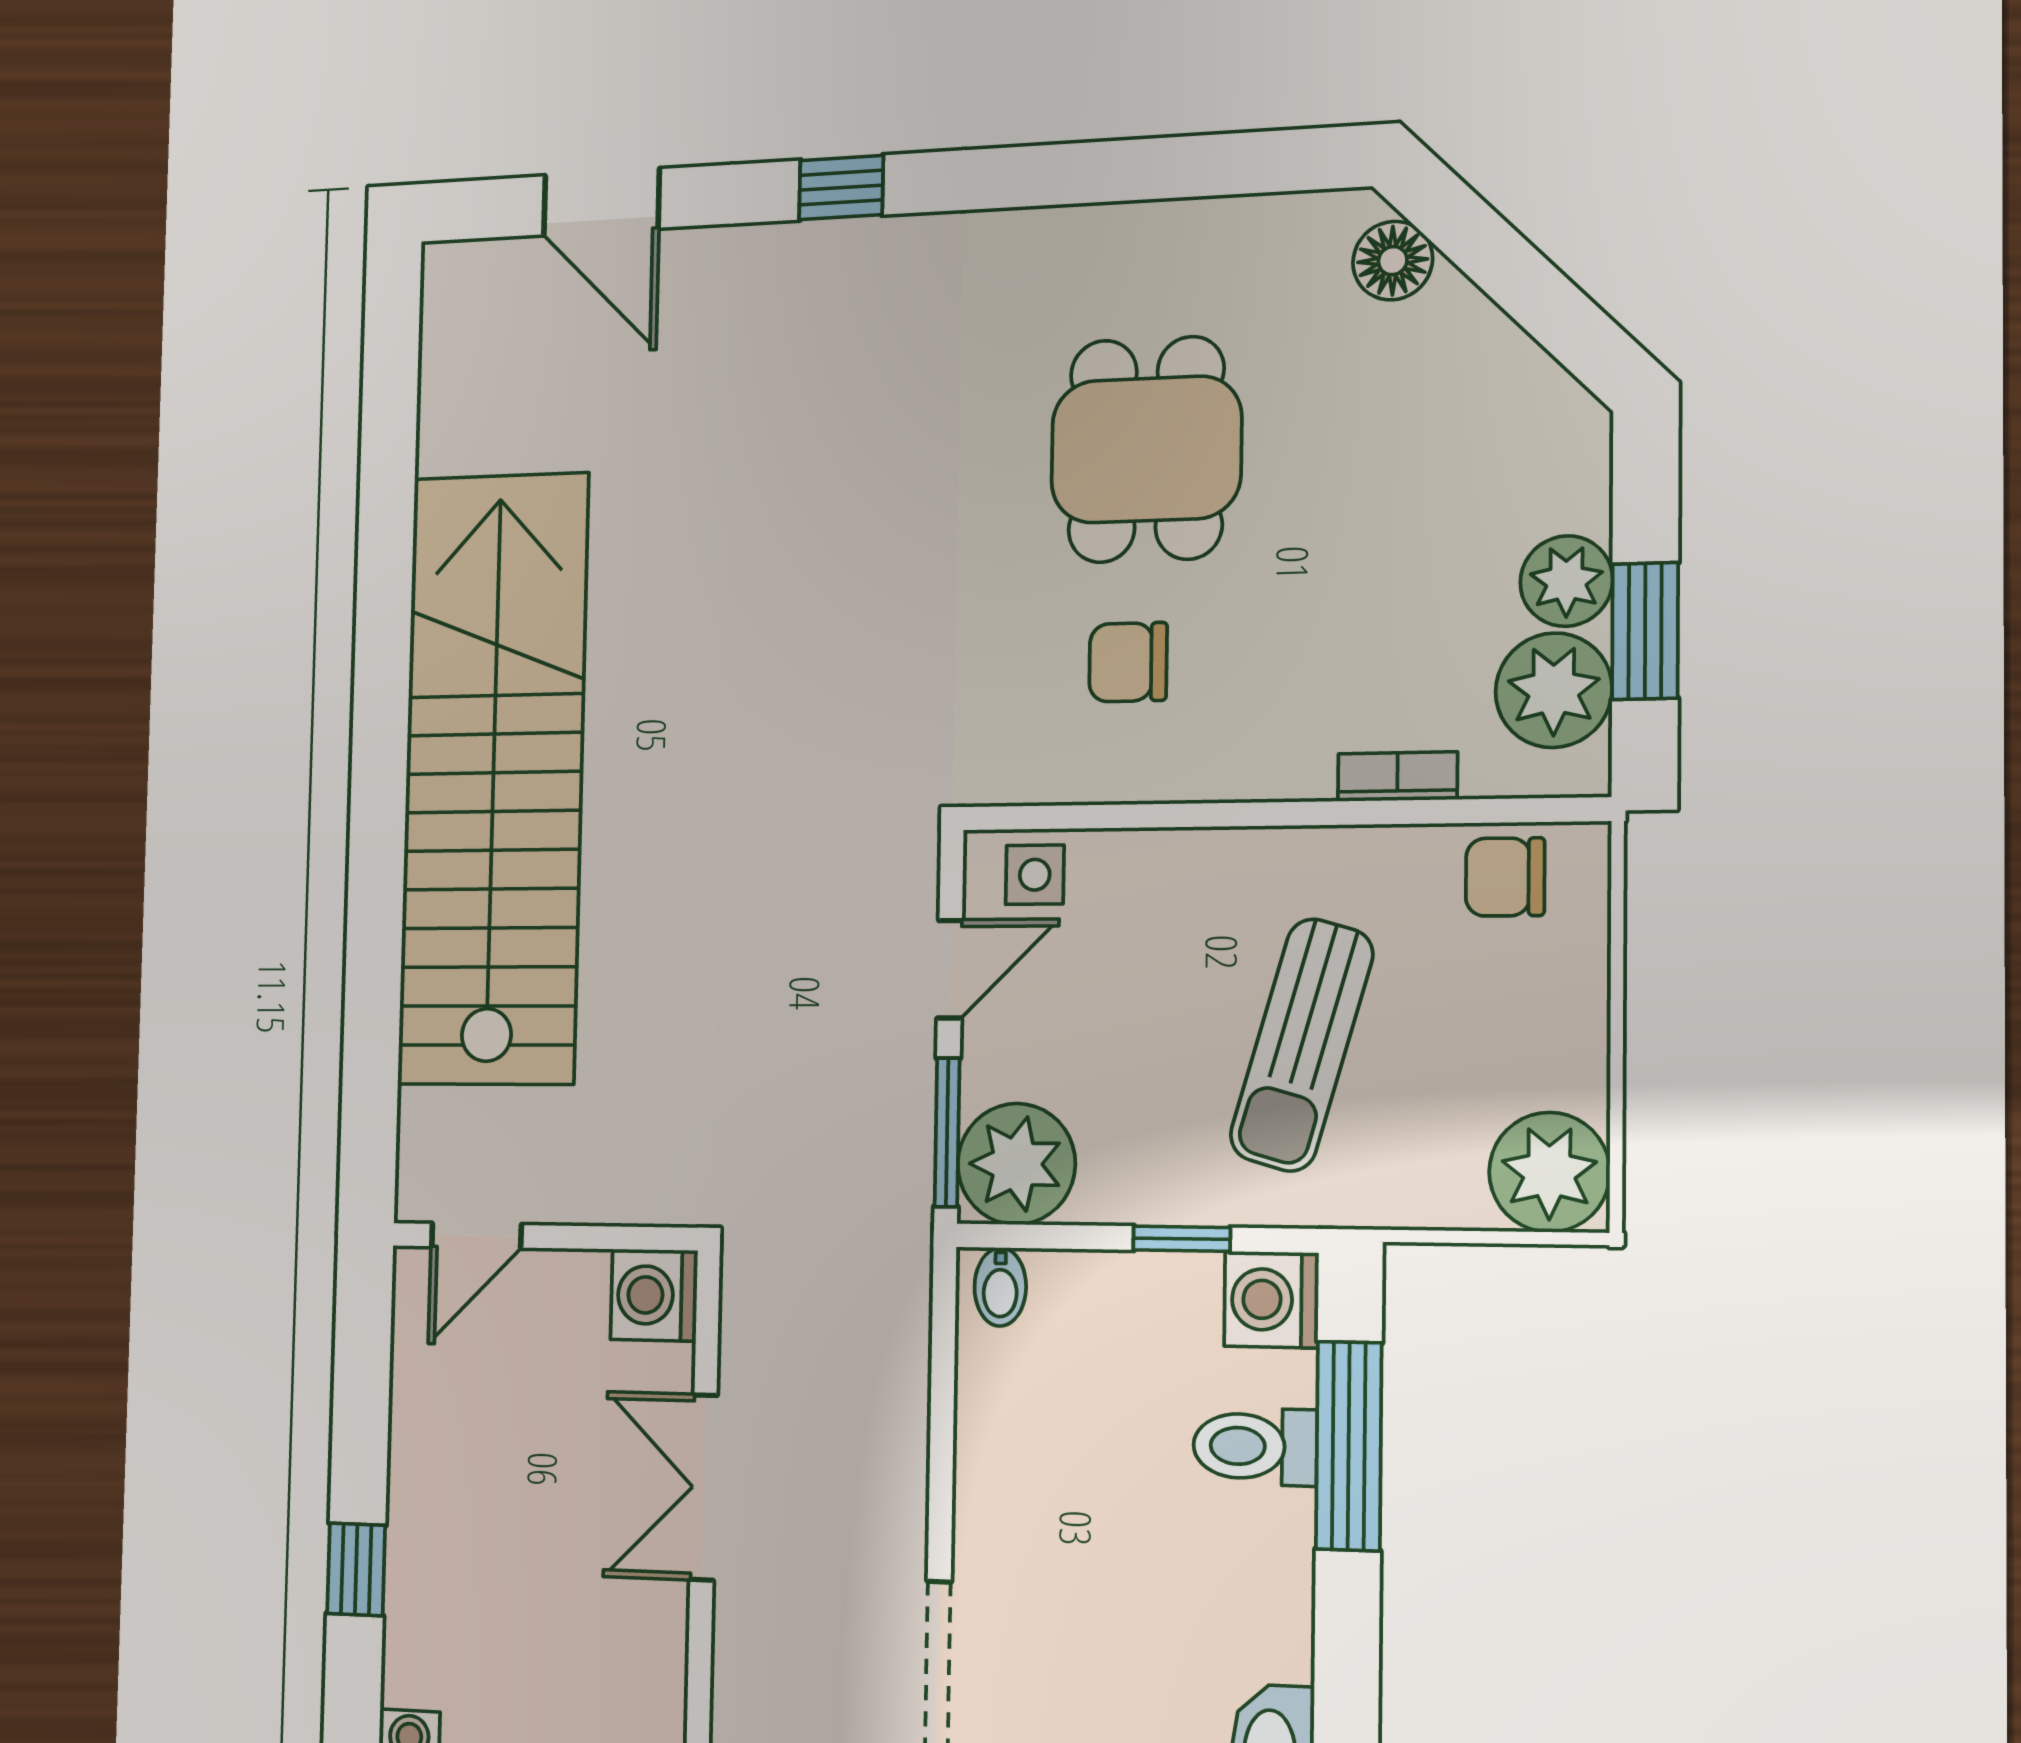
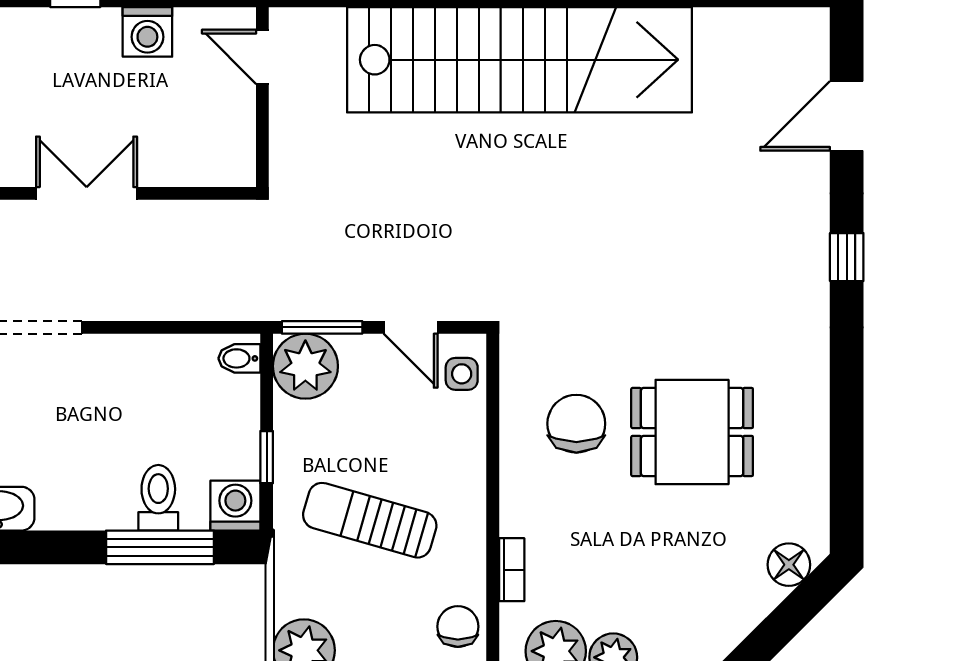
chair: (1128, 662) -> (576, 424), width x1.37, depth x1.37
washing machine: (654, 1295) -> (147, 32), moved, turned 180
double door: (703, 1487) -> (87, 193), moved

